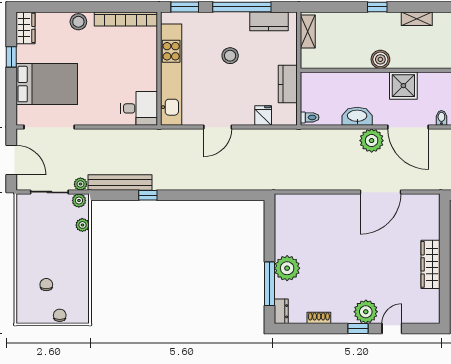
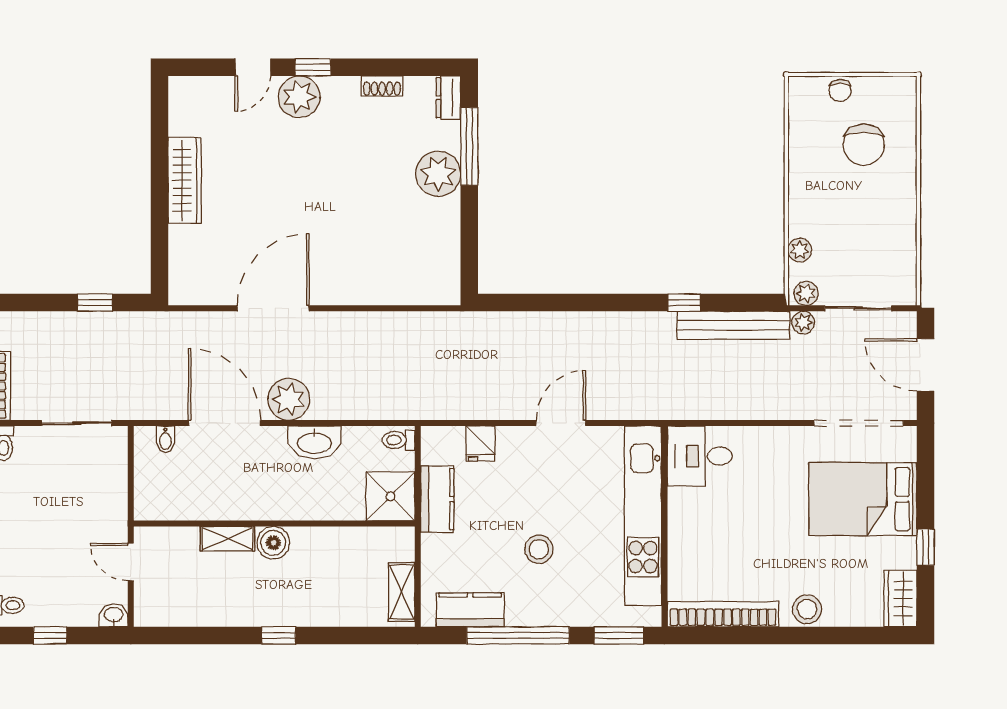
shelving: (417, 19) -> (227, 539), moved
shower: (403, 86) -> (390, 496), moved
chair: (46, 285) -> (864, 145), width x1.87, depth x1.87

